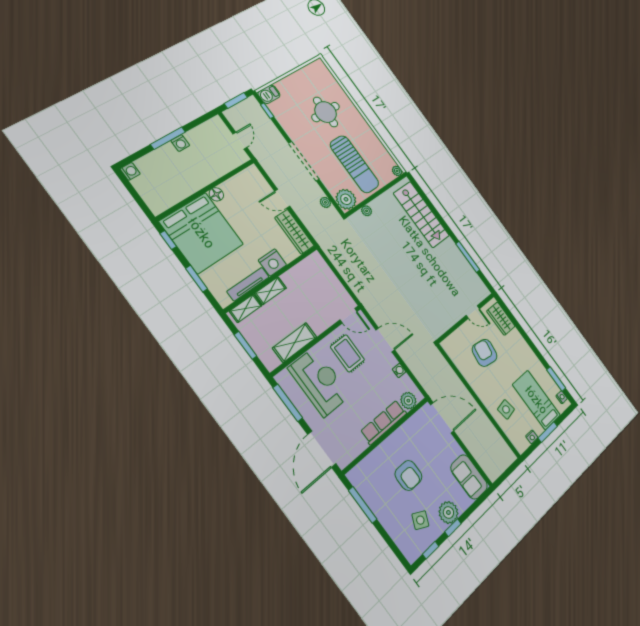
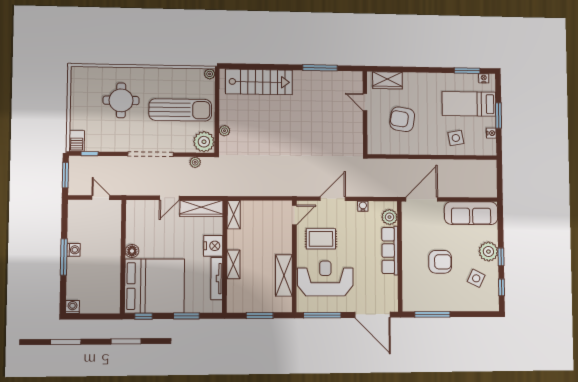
shelving: (246, 308) -> (234, 215), moved
door: (473, 312) -> (365, 102), swing flipped
sofa: (469, 477) -> (471, 213), width x1.36

